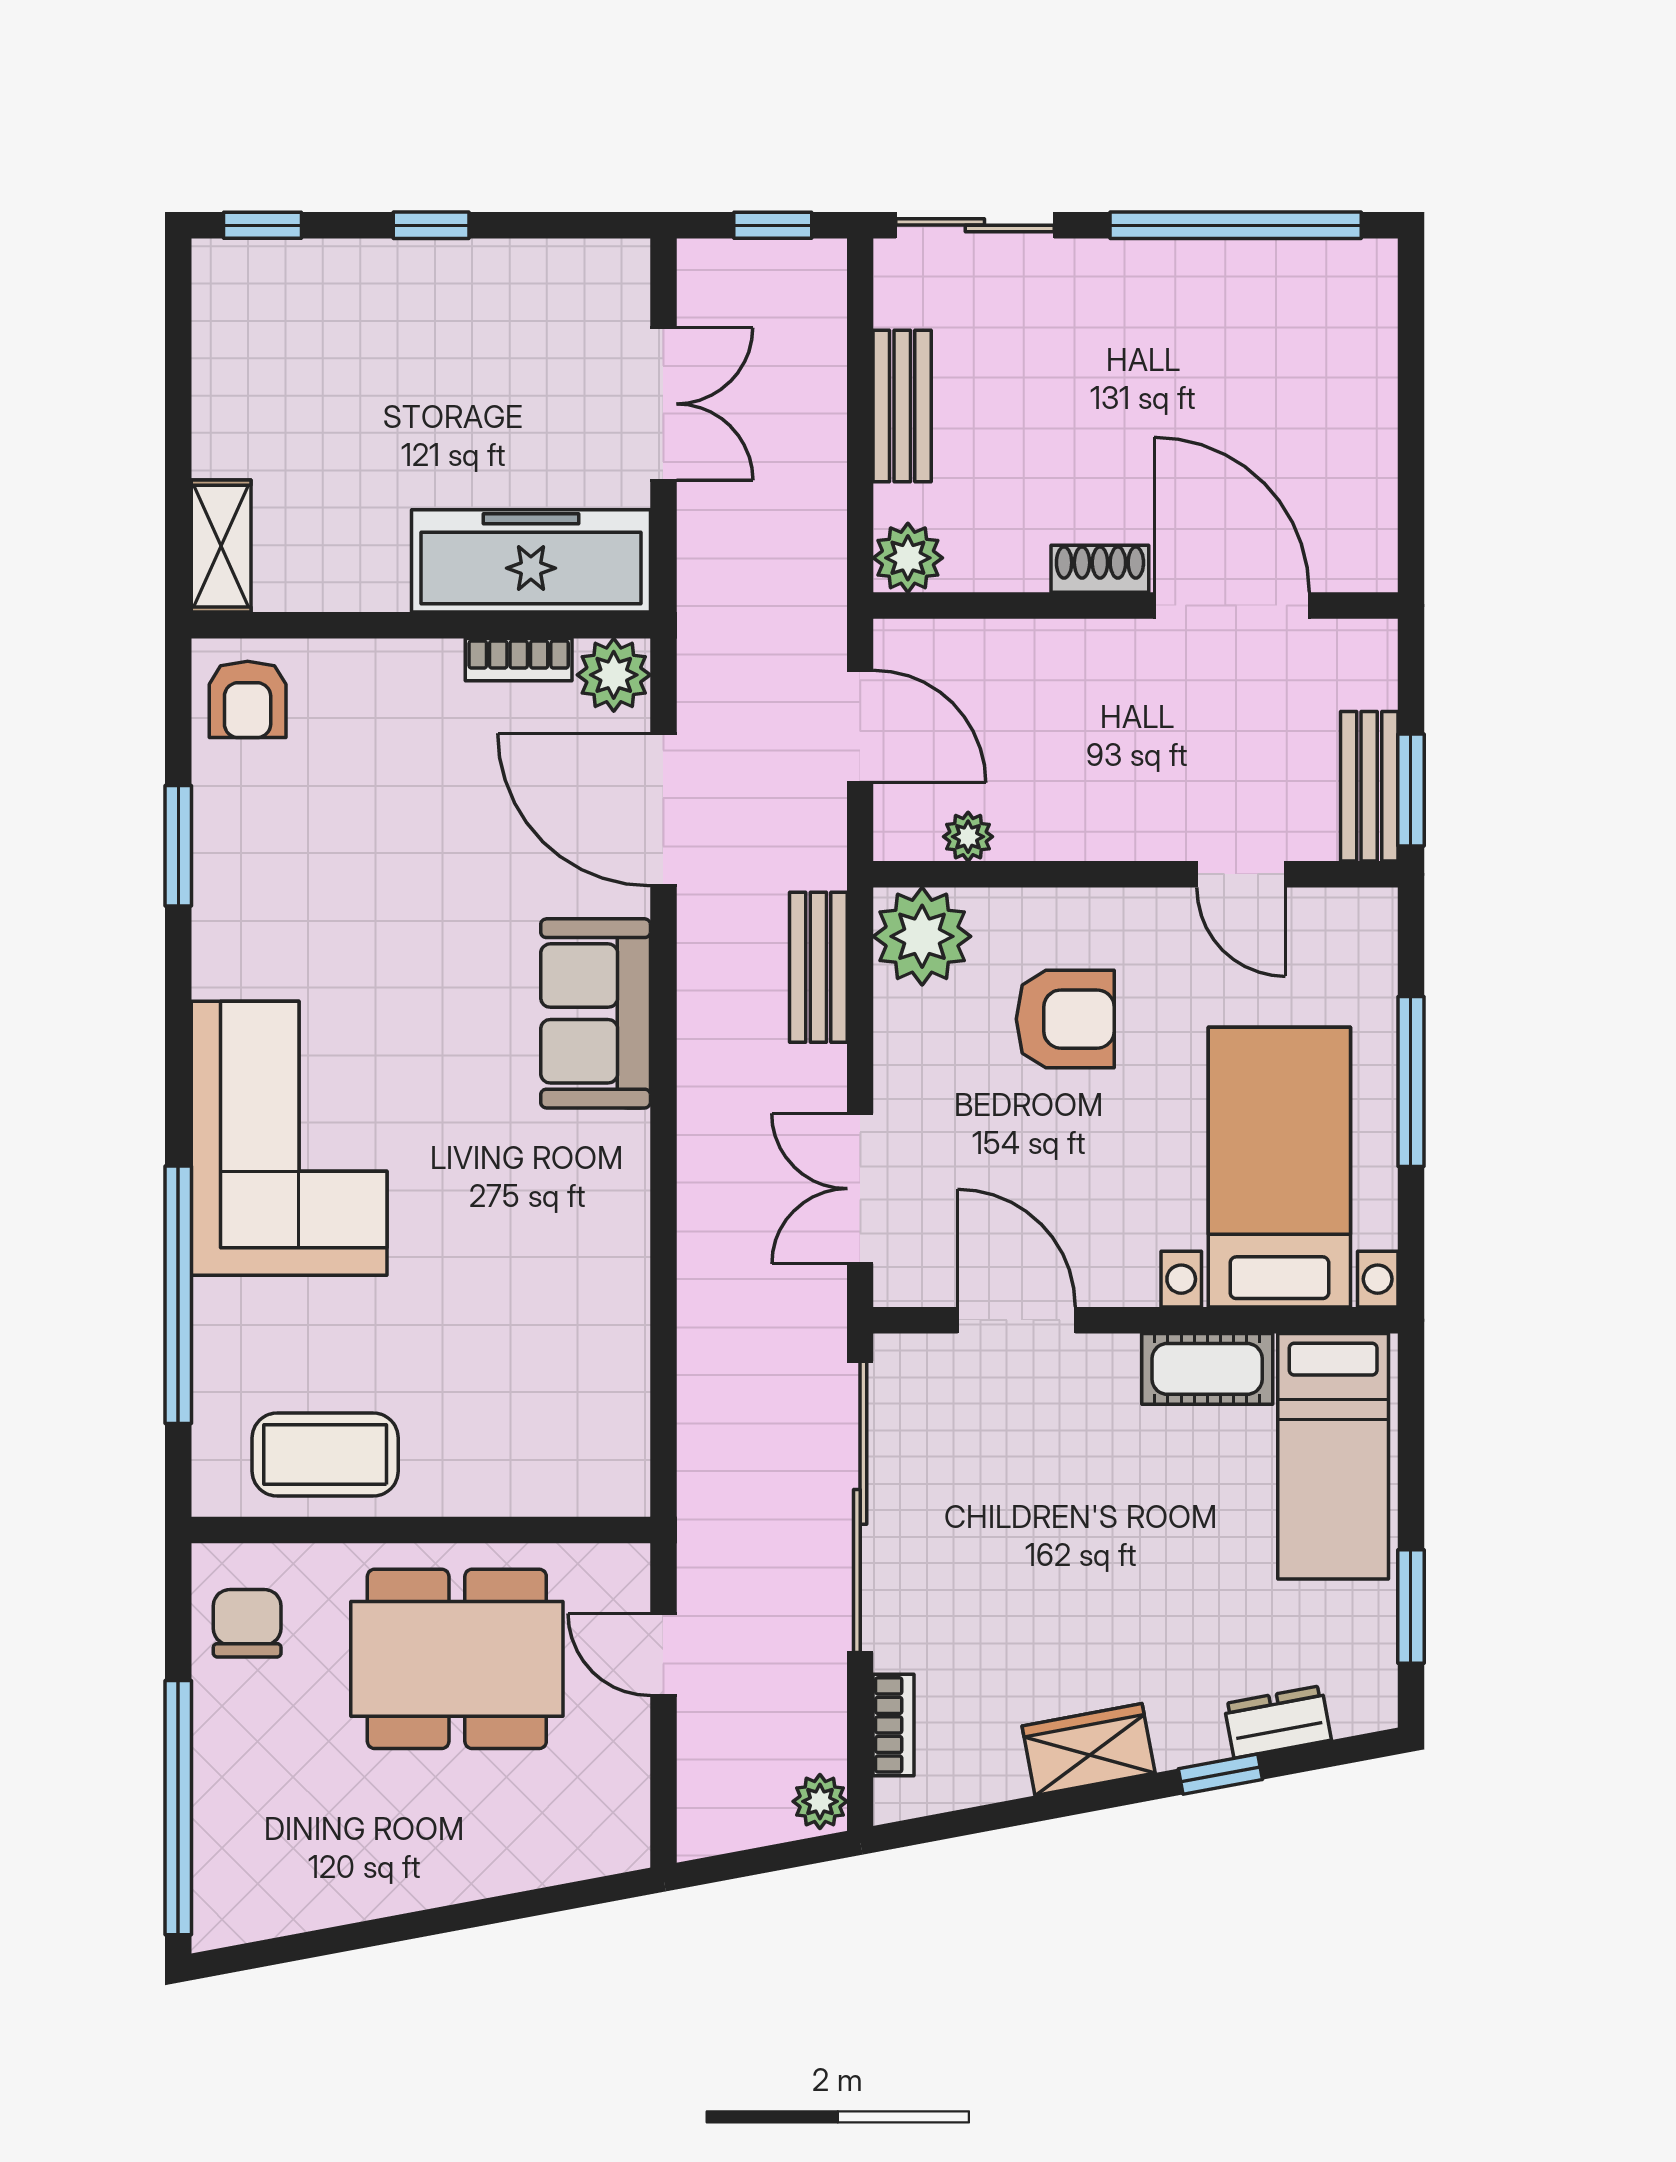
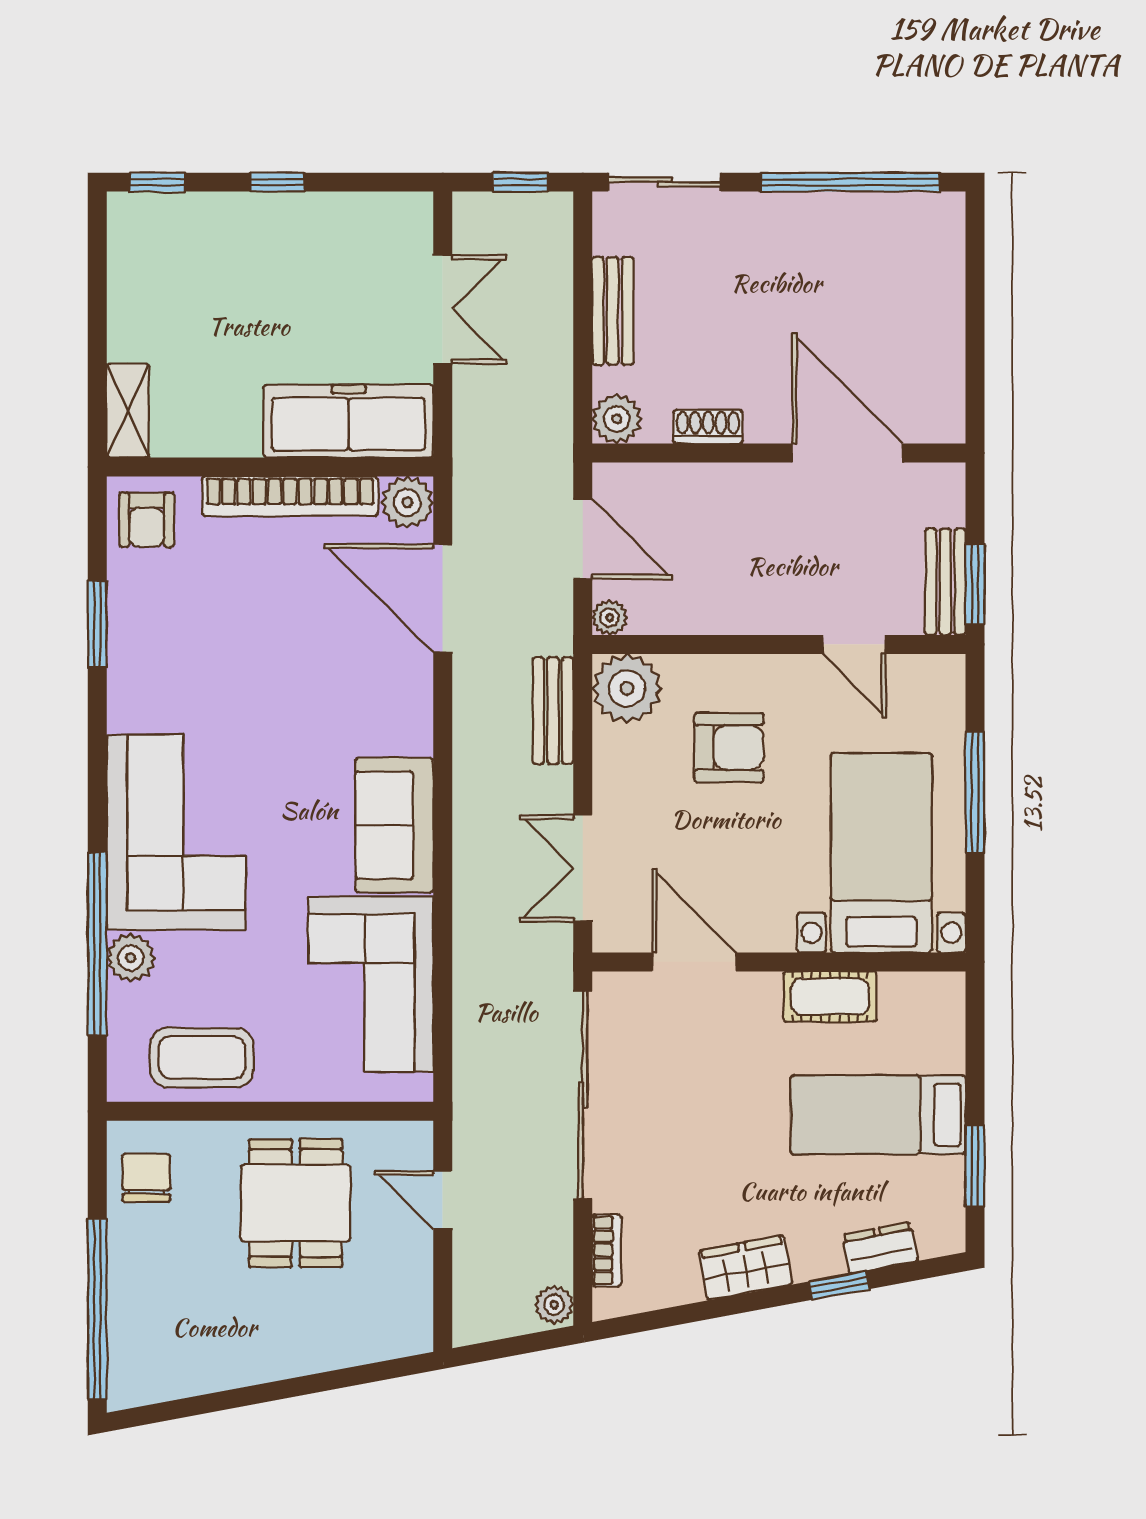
shoe rack: (1100, 569) -> (708, 427), moved
bookcase: (519, 660) -> (290, 496), width x2.31, depth x1.31
plant: (968, 837) -> (610, 618), moved
sofa: (596, 1013) -> (394, 825), moved
plant: (225, 1314) -> (131, 958), added
corner sofa: (562, 1351) -> (371, 984), added
bed: (1333, 1456) -> (878, 1115), moved, turned 90
dining table: (457, 1659) -> (296, 1203), width x0.73

